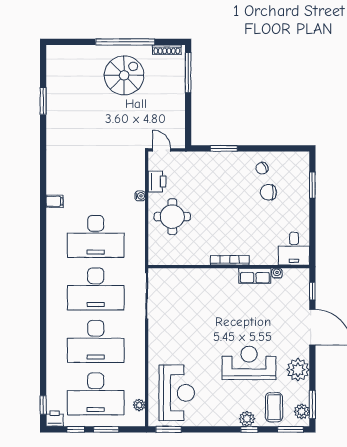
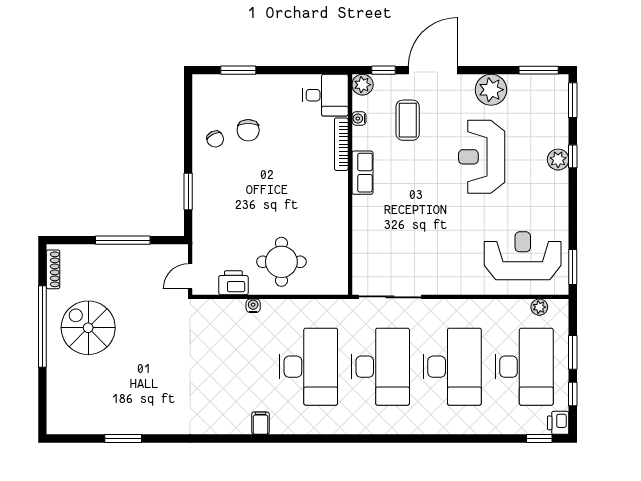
window: (188, 73) -> (123, 240), moved
bookcase: (230, 260) -> (341, 144), moved
row of seats: (255, 276) -> (362, 173), moved
coffee table: (274, 407) -> (408, 120), moved, turned 90
plant: (302, 411) -> (363, 85), moved

